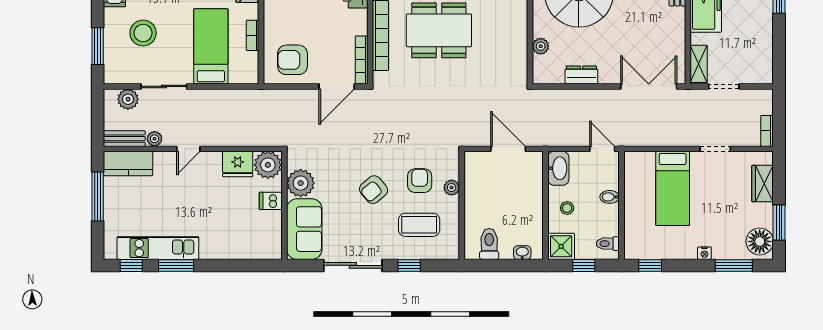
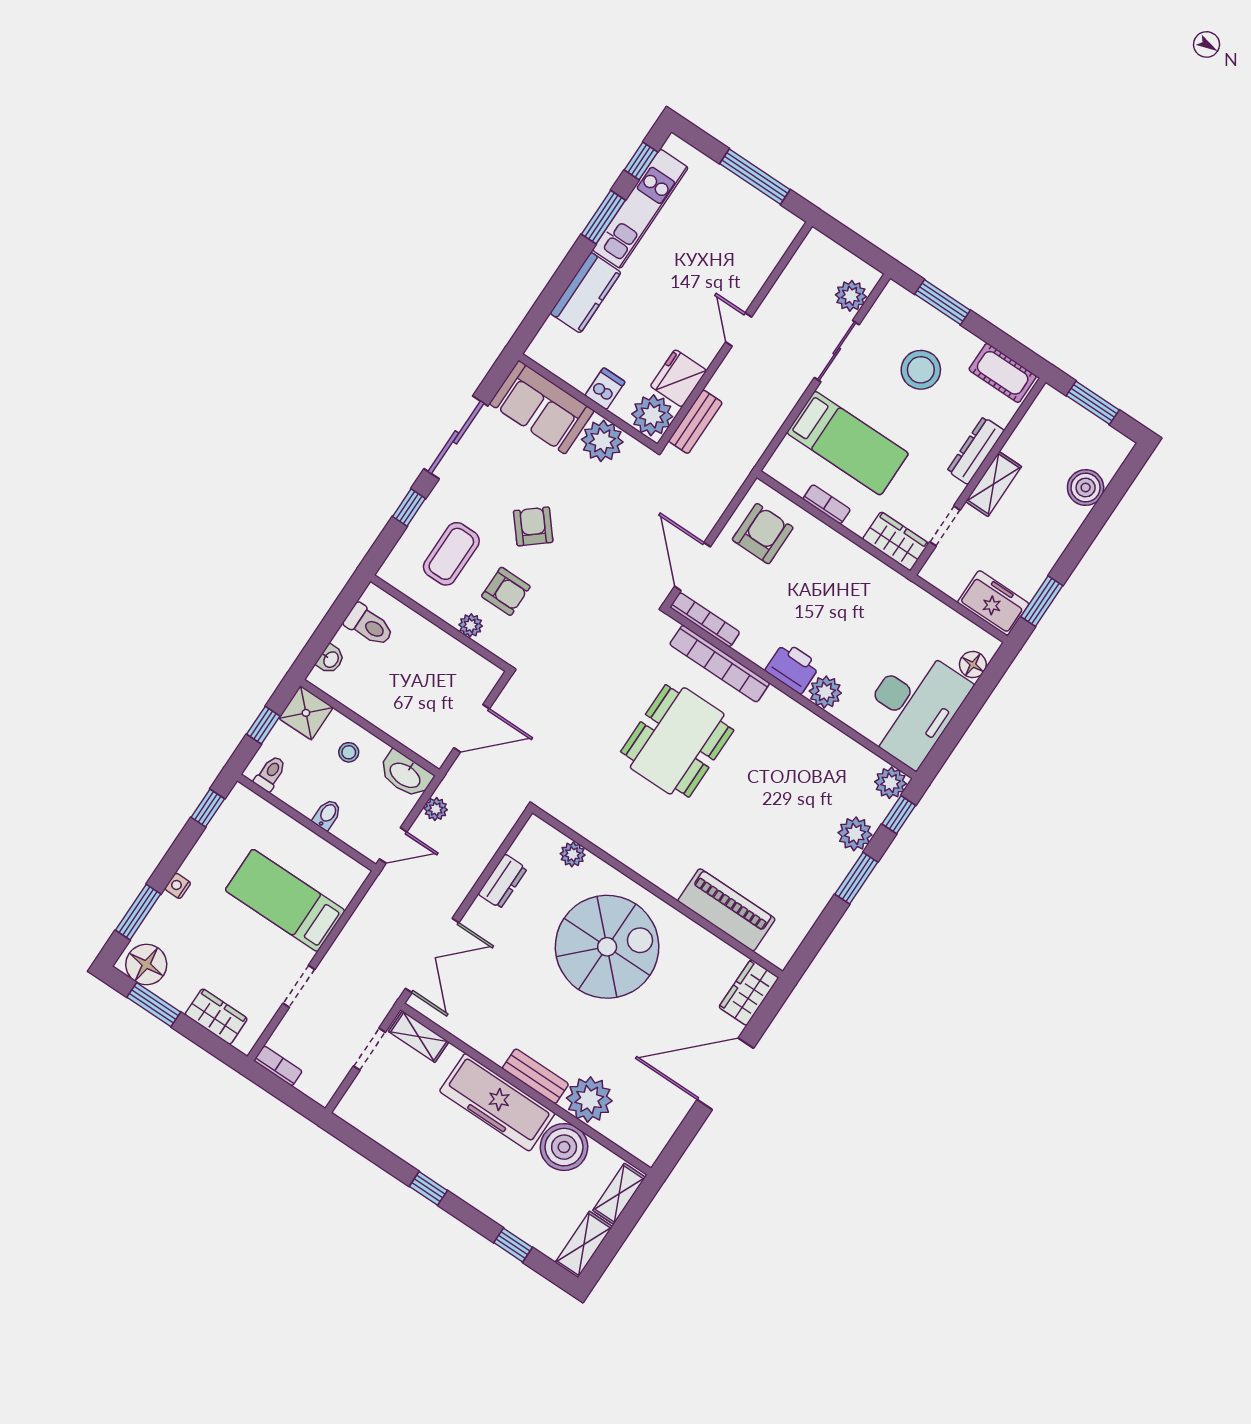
bench: (124, 139) -> (695, 422), moved
plant: (154, 139) -> (436, 809), moved
kitchen counter: (128, 163) -> (585, 293), moved, turned 180

